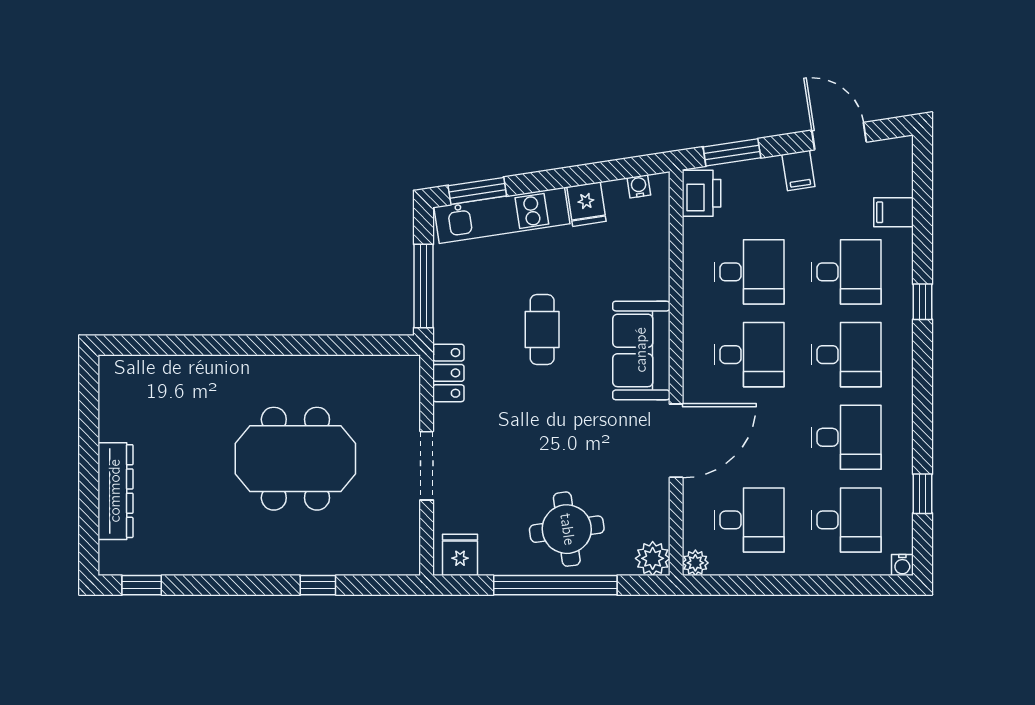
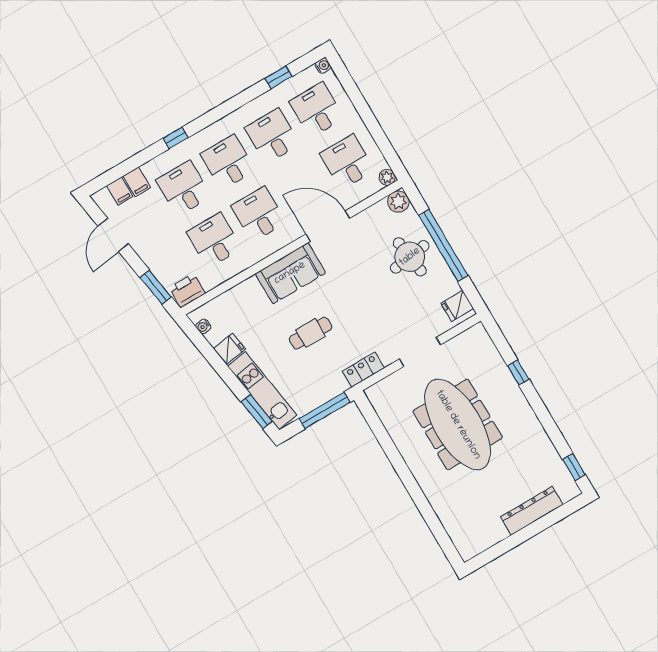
filing cabinet: (798, 171) -> (120, 191), moved, turned 99
meeting table: (295, 459) -> (458, 425), width x1.36

